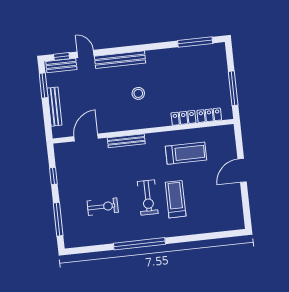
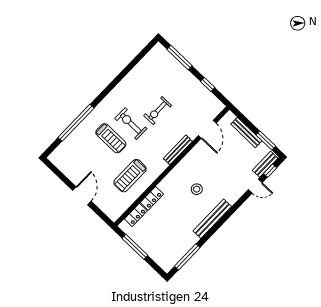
bench: (120, 60) -> (212, 219), moved
exercise bike: (103, 207) -> (158, 111), moved
window: (139, 244) -> (76, 123), moved

